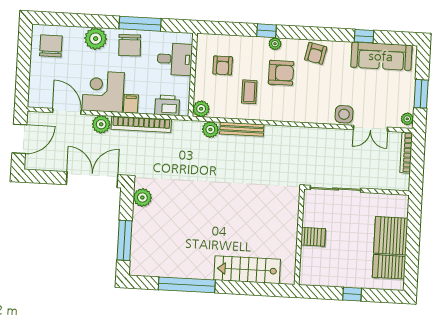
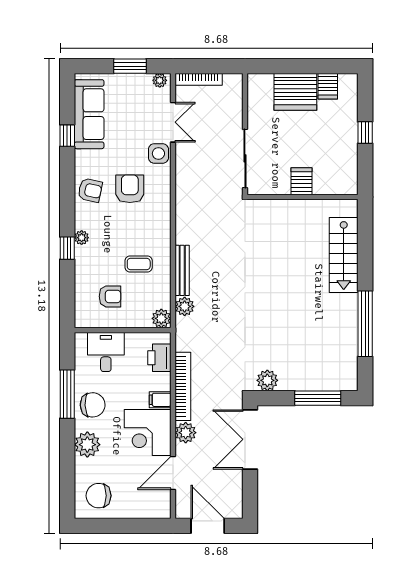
armchair: (281, 73) -> (130, 189), moved
server rack: (389, 267) -> (328, 86), width x0.73, depth x0.70

